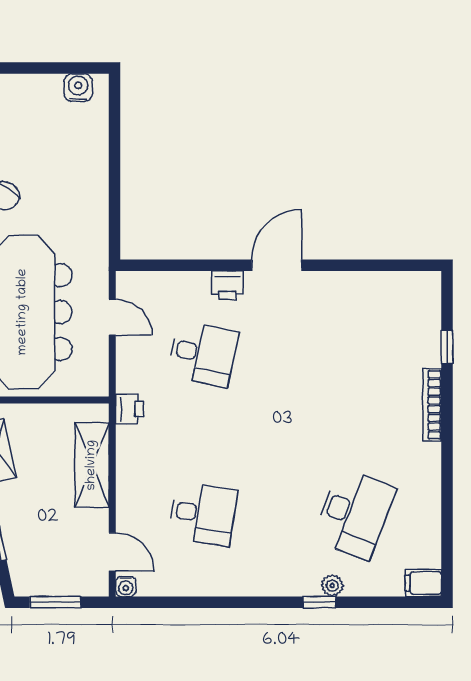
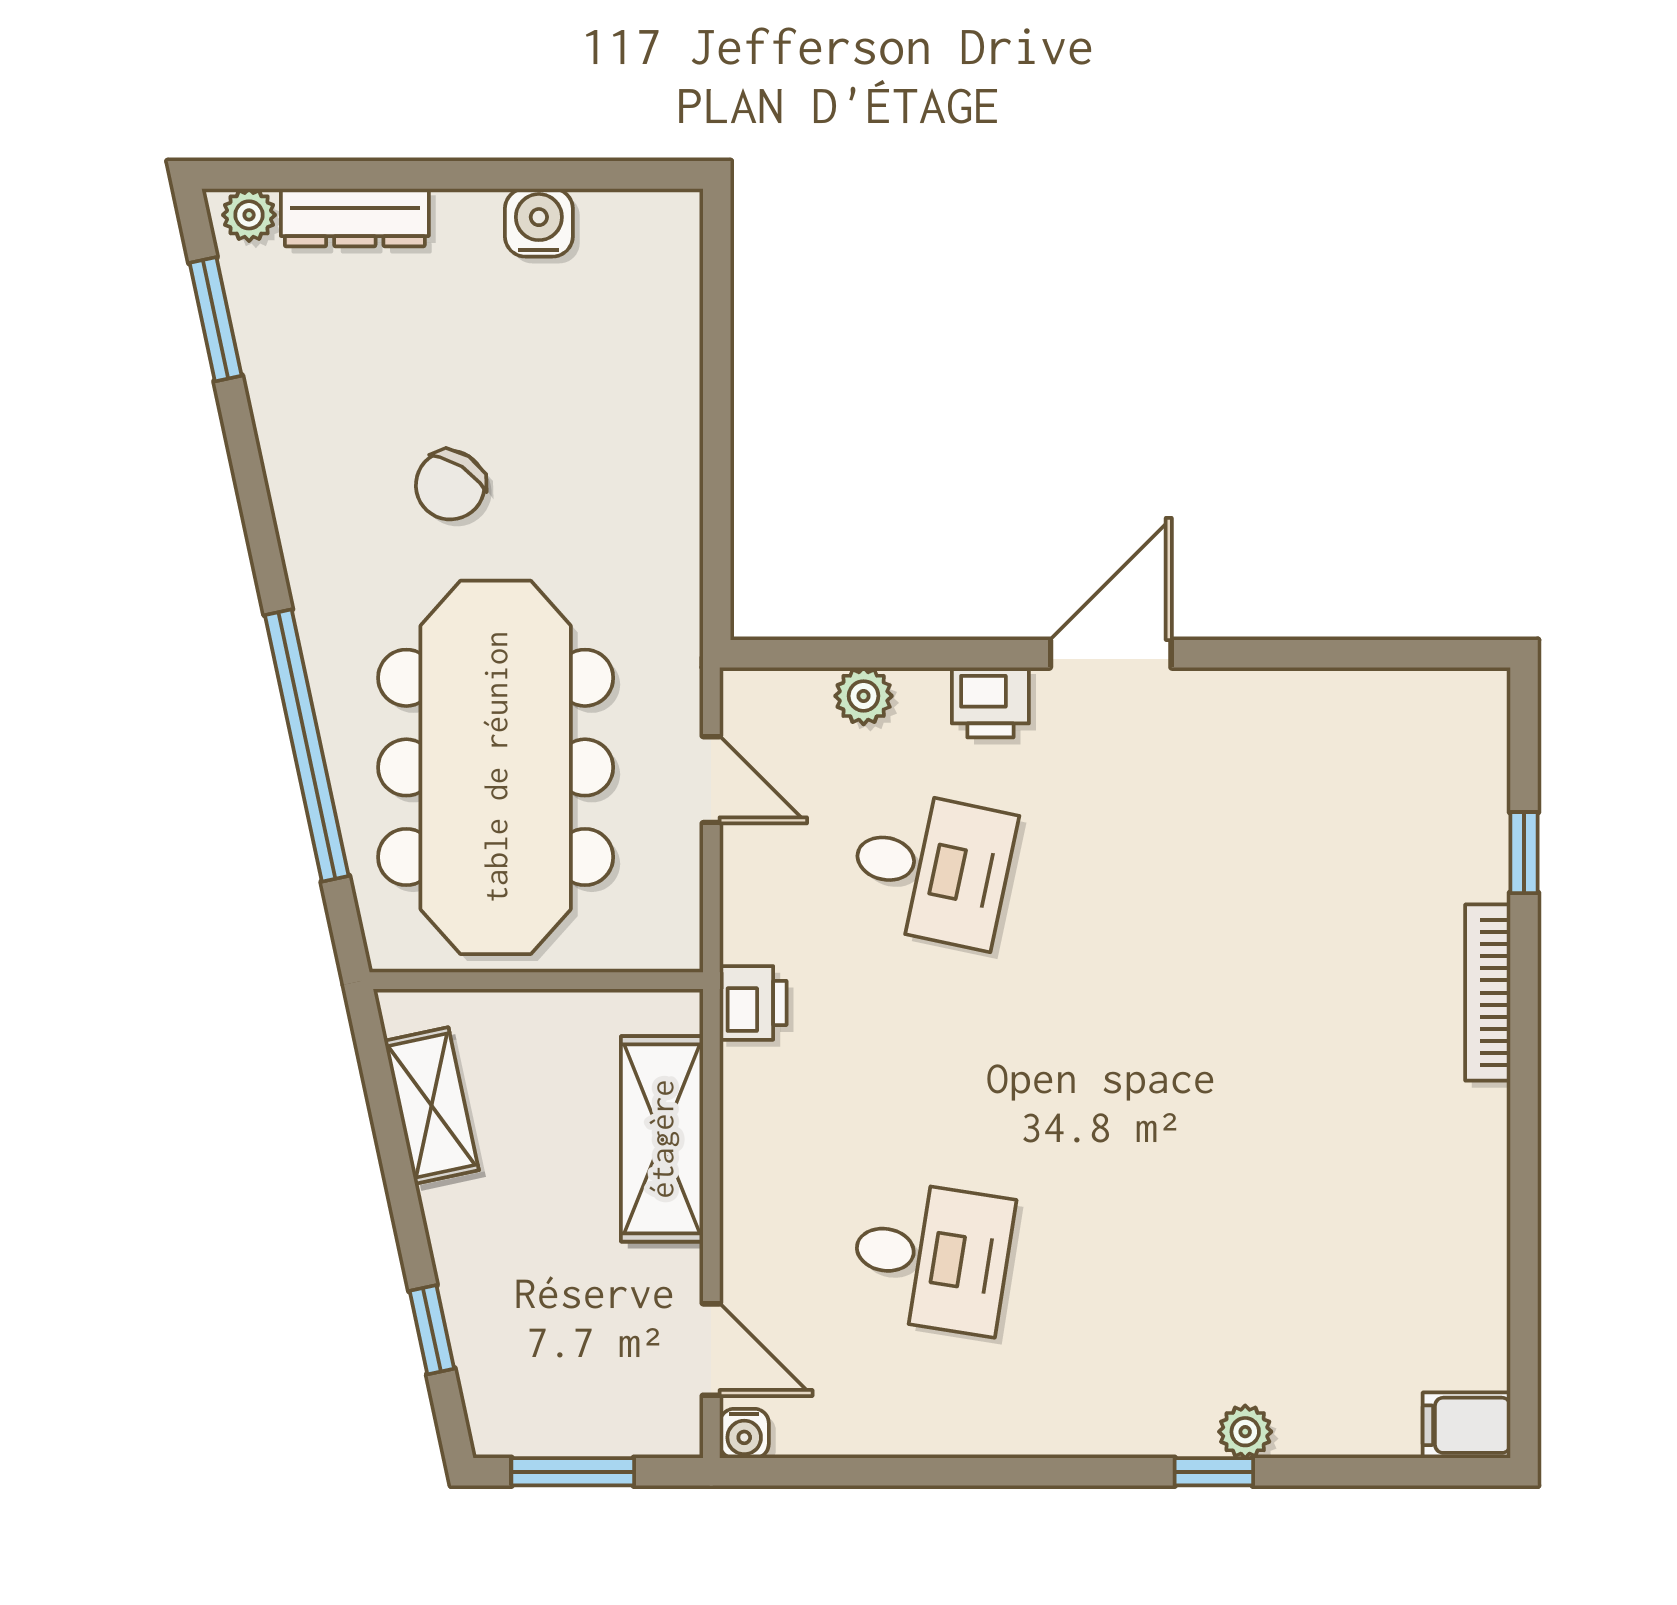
water cooler: (78, 88) -> (539, 223), moved
plant: (175, 283) -> (864, 696), added
desk: (354, 514) -> (1298, 1257), removed

